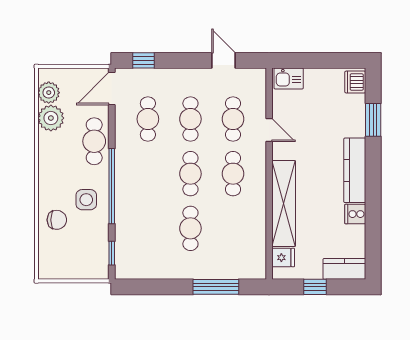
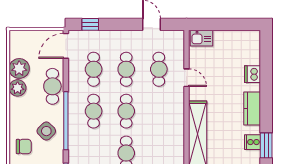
dishwasher: (355, 82) -> (253, 74), moved
plant: (49, 93) -> (18, 88), moved
window: (373, 120) -> (266, 145), moved
kitchen counter: (355, 170) -> (252, 109), width x0.67
cafe table: (233, 174) -> (94, 111), moved
side table: (86, 200) -> (46, 131), turned 45

